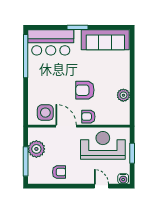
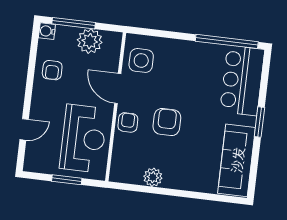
door: (66, 126) -> (118, 89), swing flipped
water cooler: (123, 179) -> (47, 31), moved

